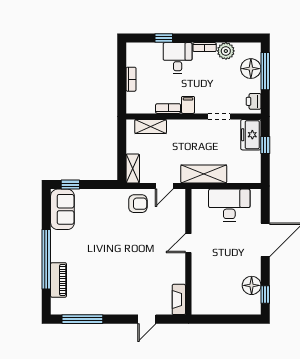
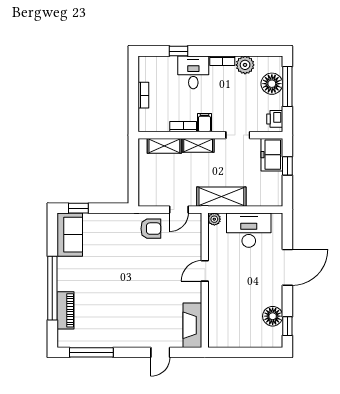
shelving: (133, 168) -> (198, 145), moved, turned 90
plant: (197, 195) -> (214, 219), added
fireplace: (179, 299) -> (192, 325), width x1.37, depth x1.32

